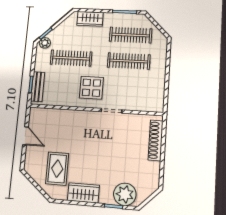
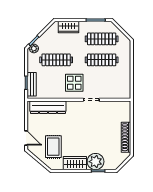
dresser: (55, 117) -> (48, 107), added
door: (26, 136) -> (26, 138), moved
shoe rack: (156, 140) -> (126, 137), moved
plant: (125, 194) -> (96, 162), moved

